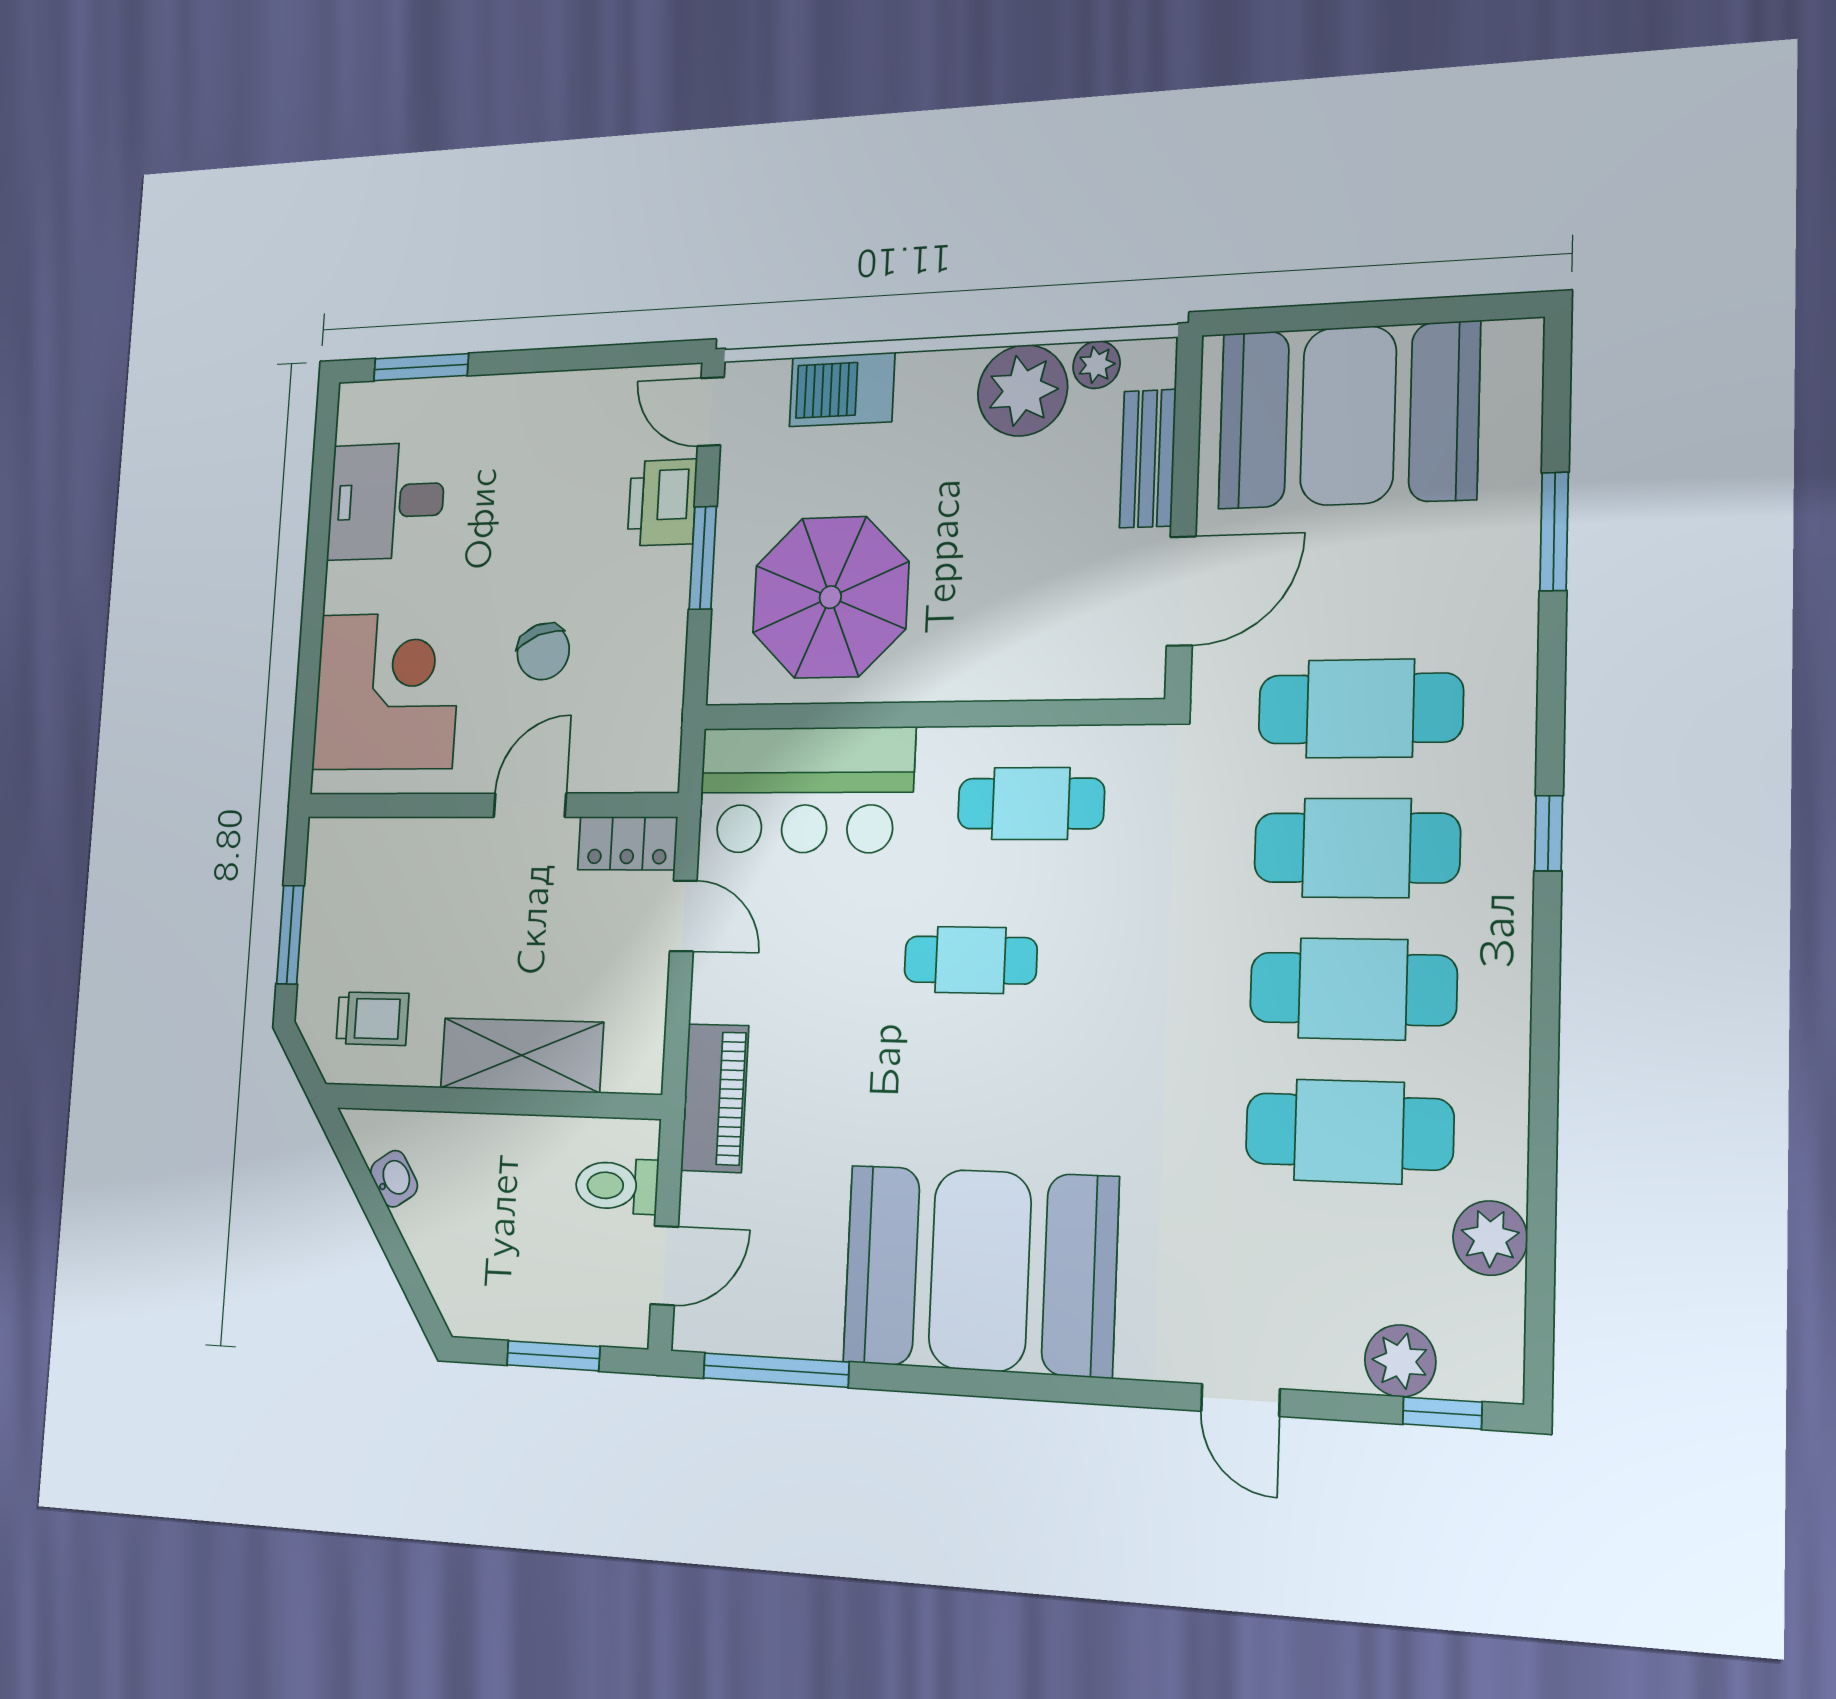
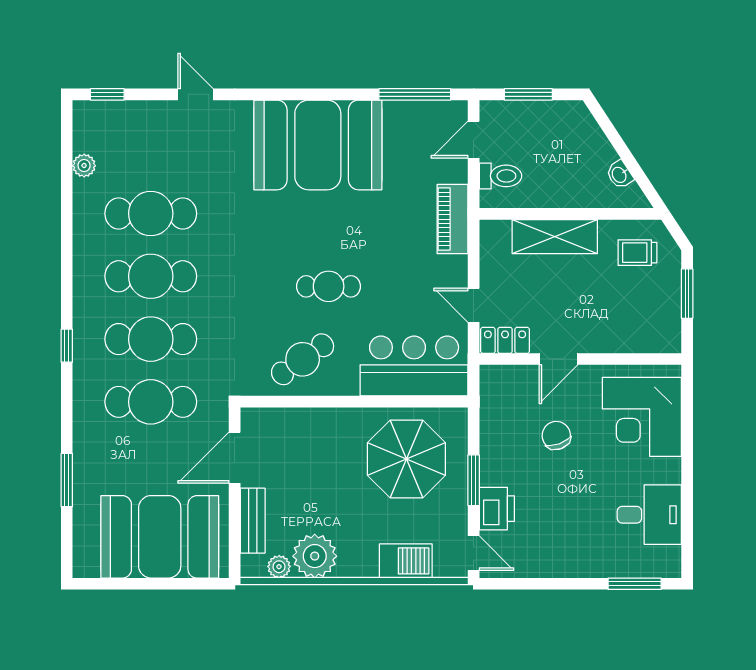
cafe table: (1031, 804) -> (303, 359), turned -35
plant: (1490, 1238) -> (84, 166), width x0.73, depth x0.73
plant: (1400, 1361) -> (126, 115), removed

